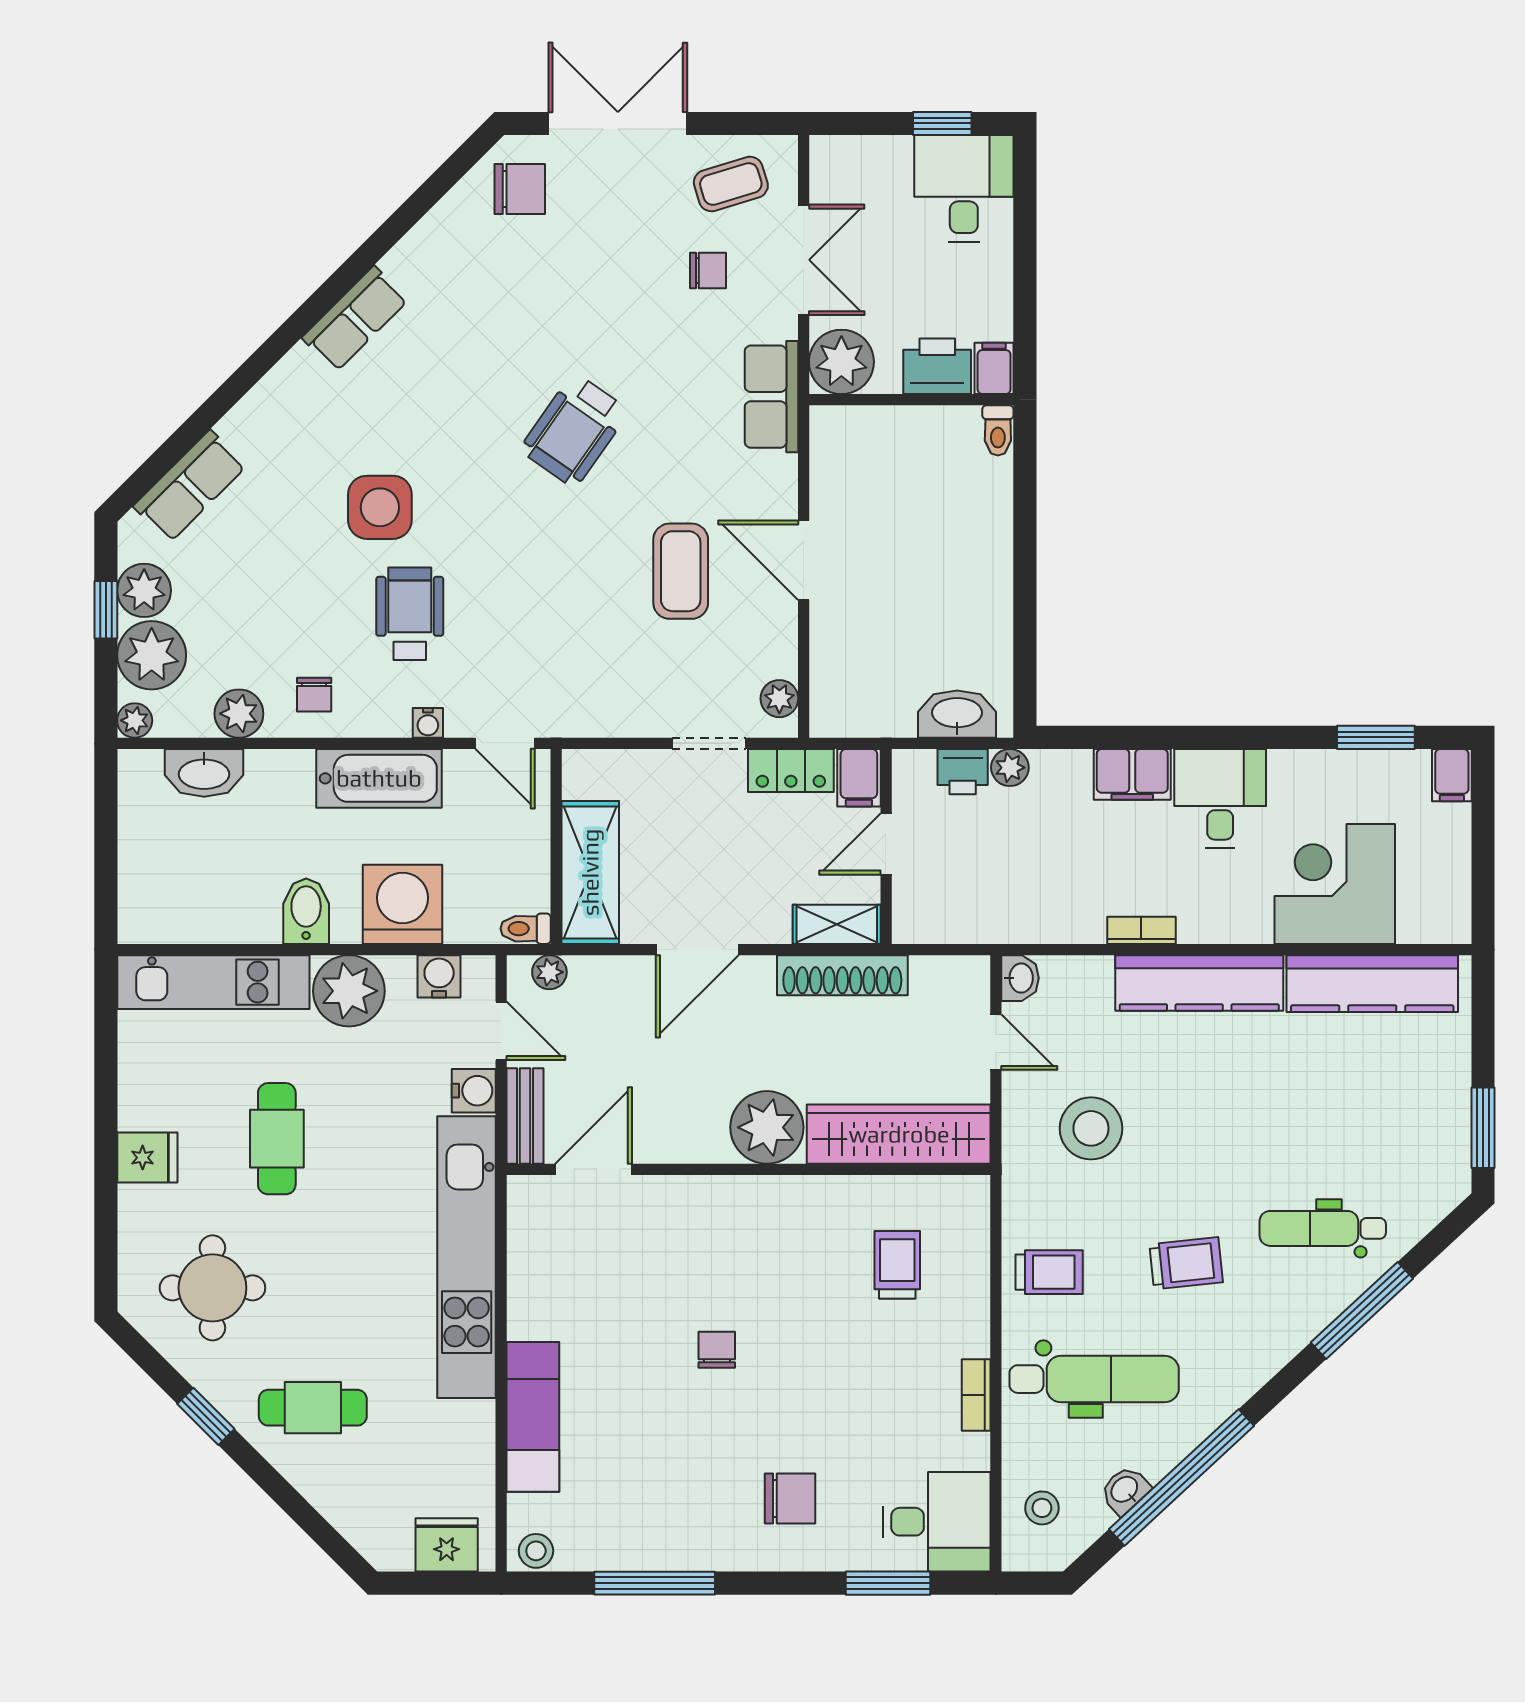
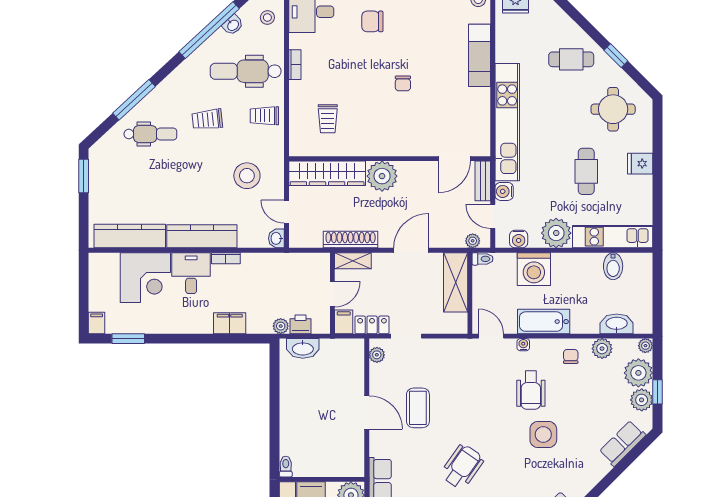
desk: (1220, 798) -> (191, 273), moved, turned 180
bidet: (306, 911) -> (613, 266), moved

